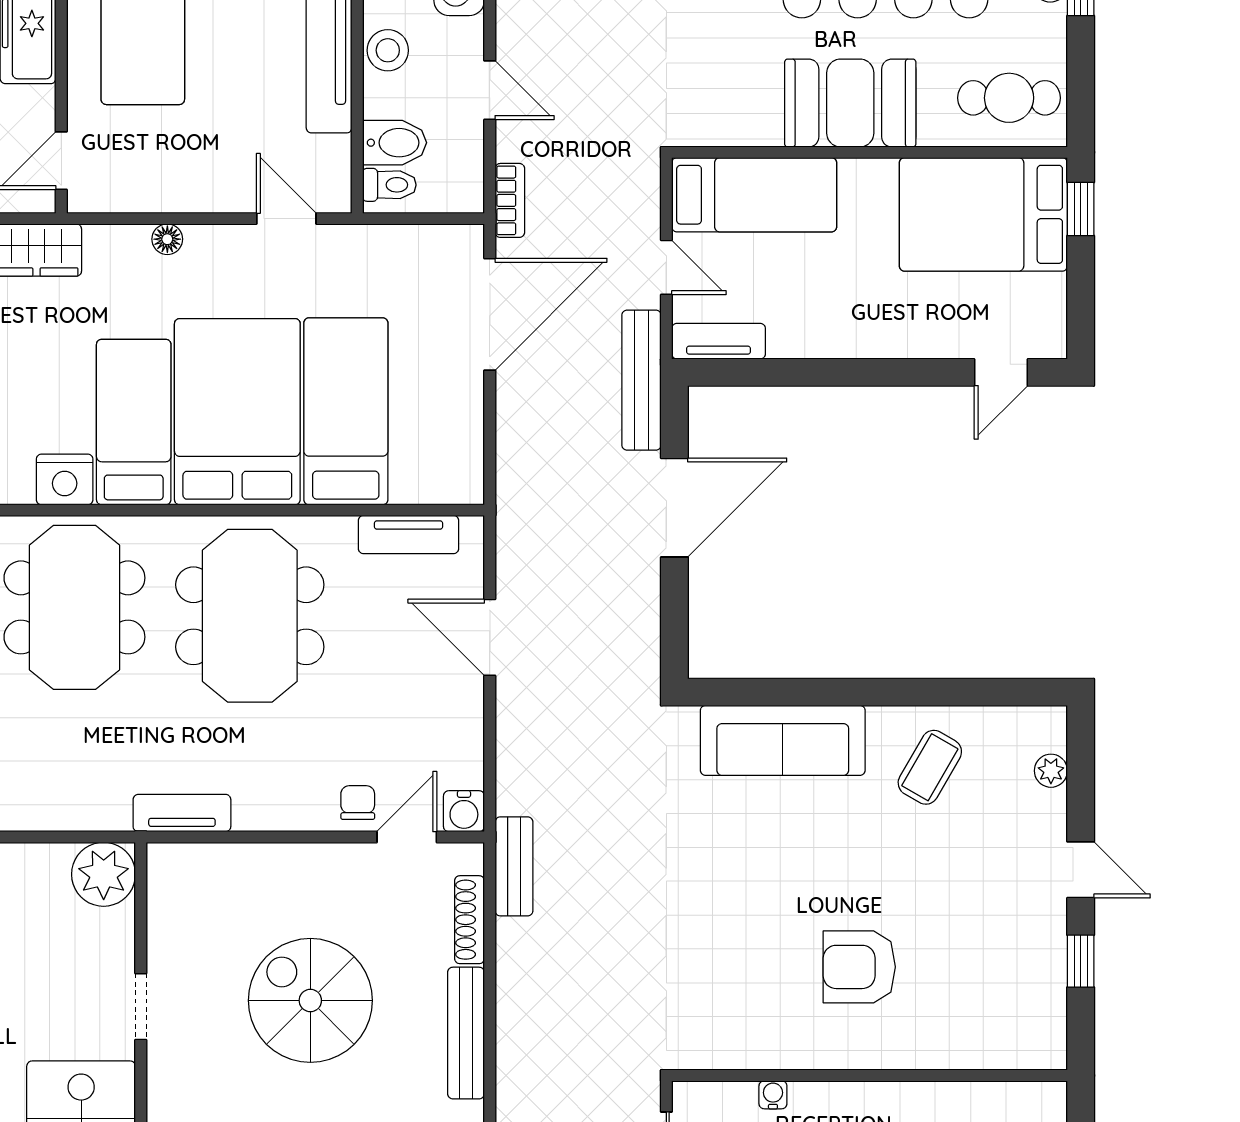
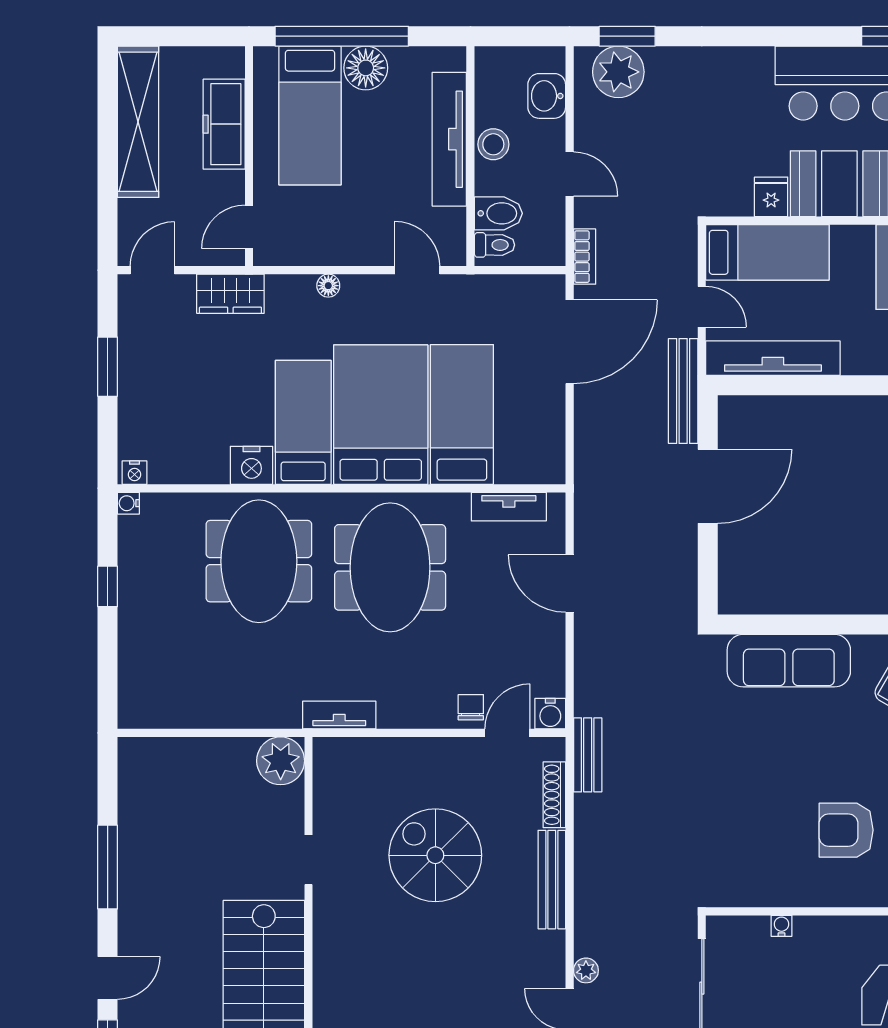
fridge: (759, 121) -> (771, 197), added
tv unit: (719, 341) -> (773, 358), width x1.92, depth x1.29

